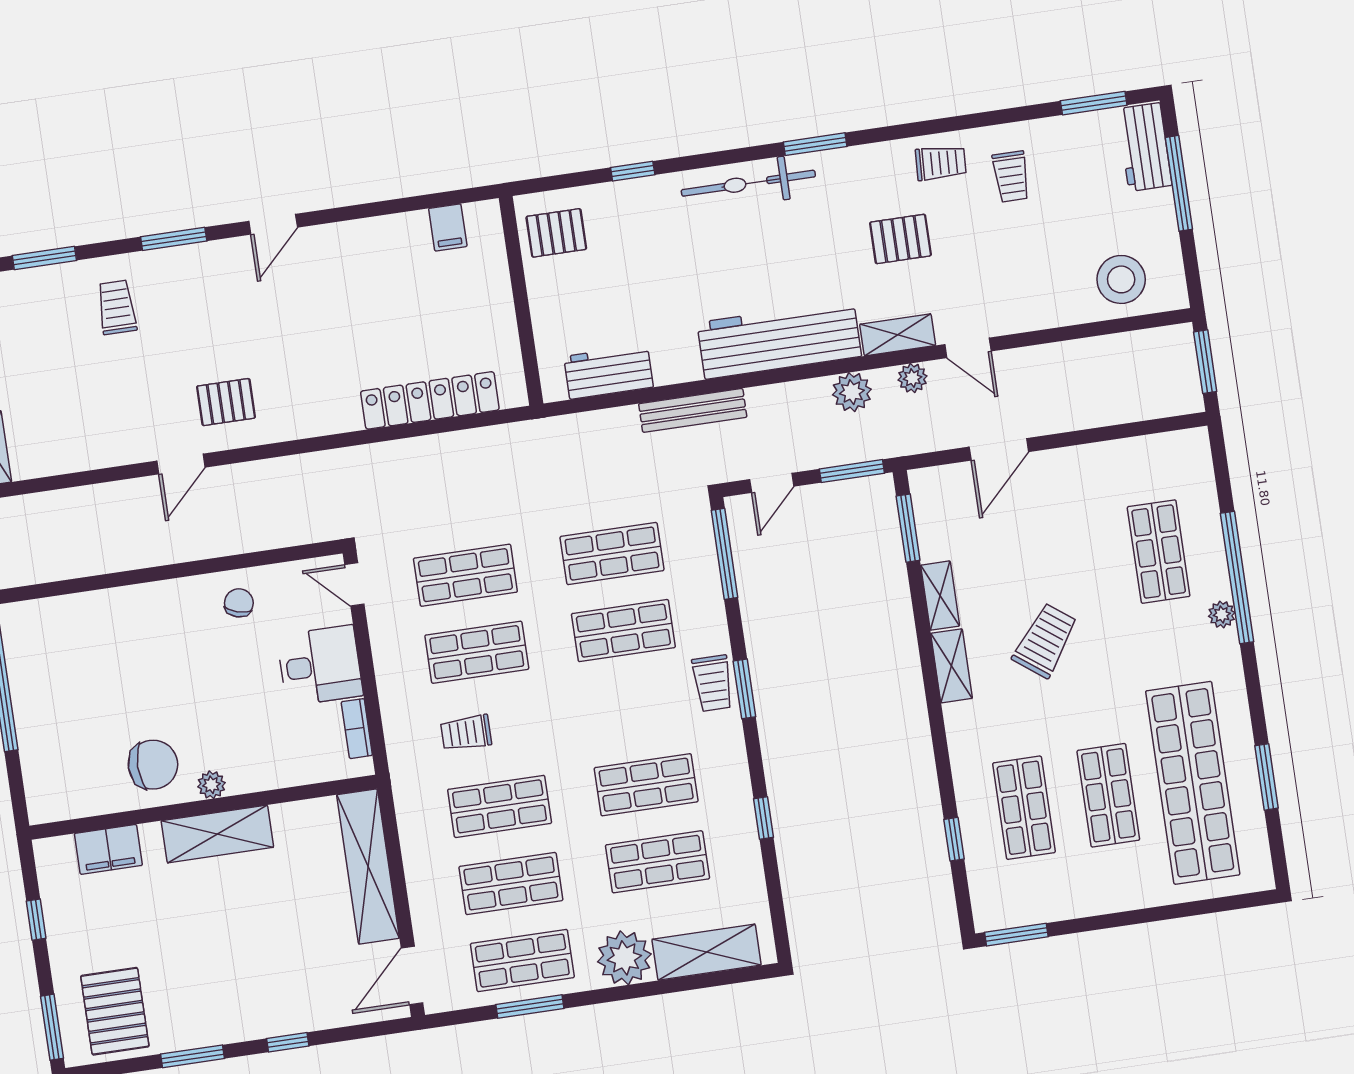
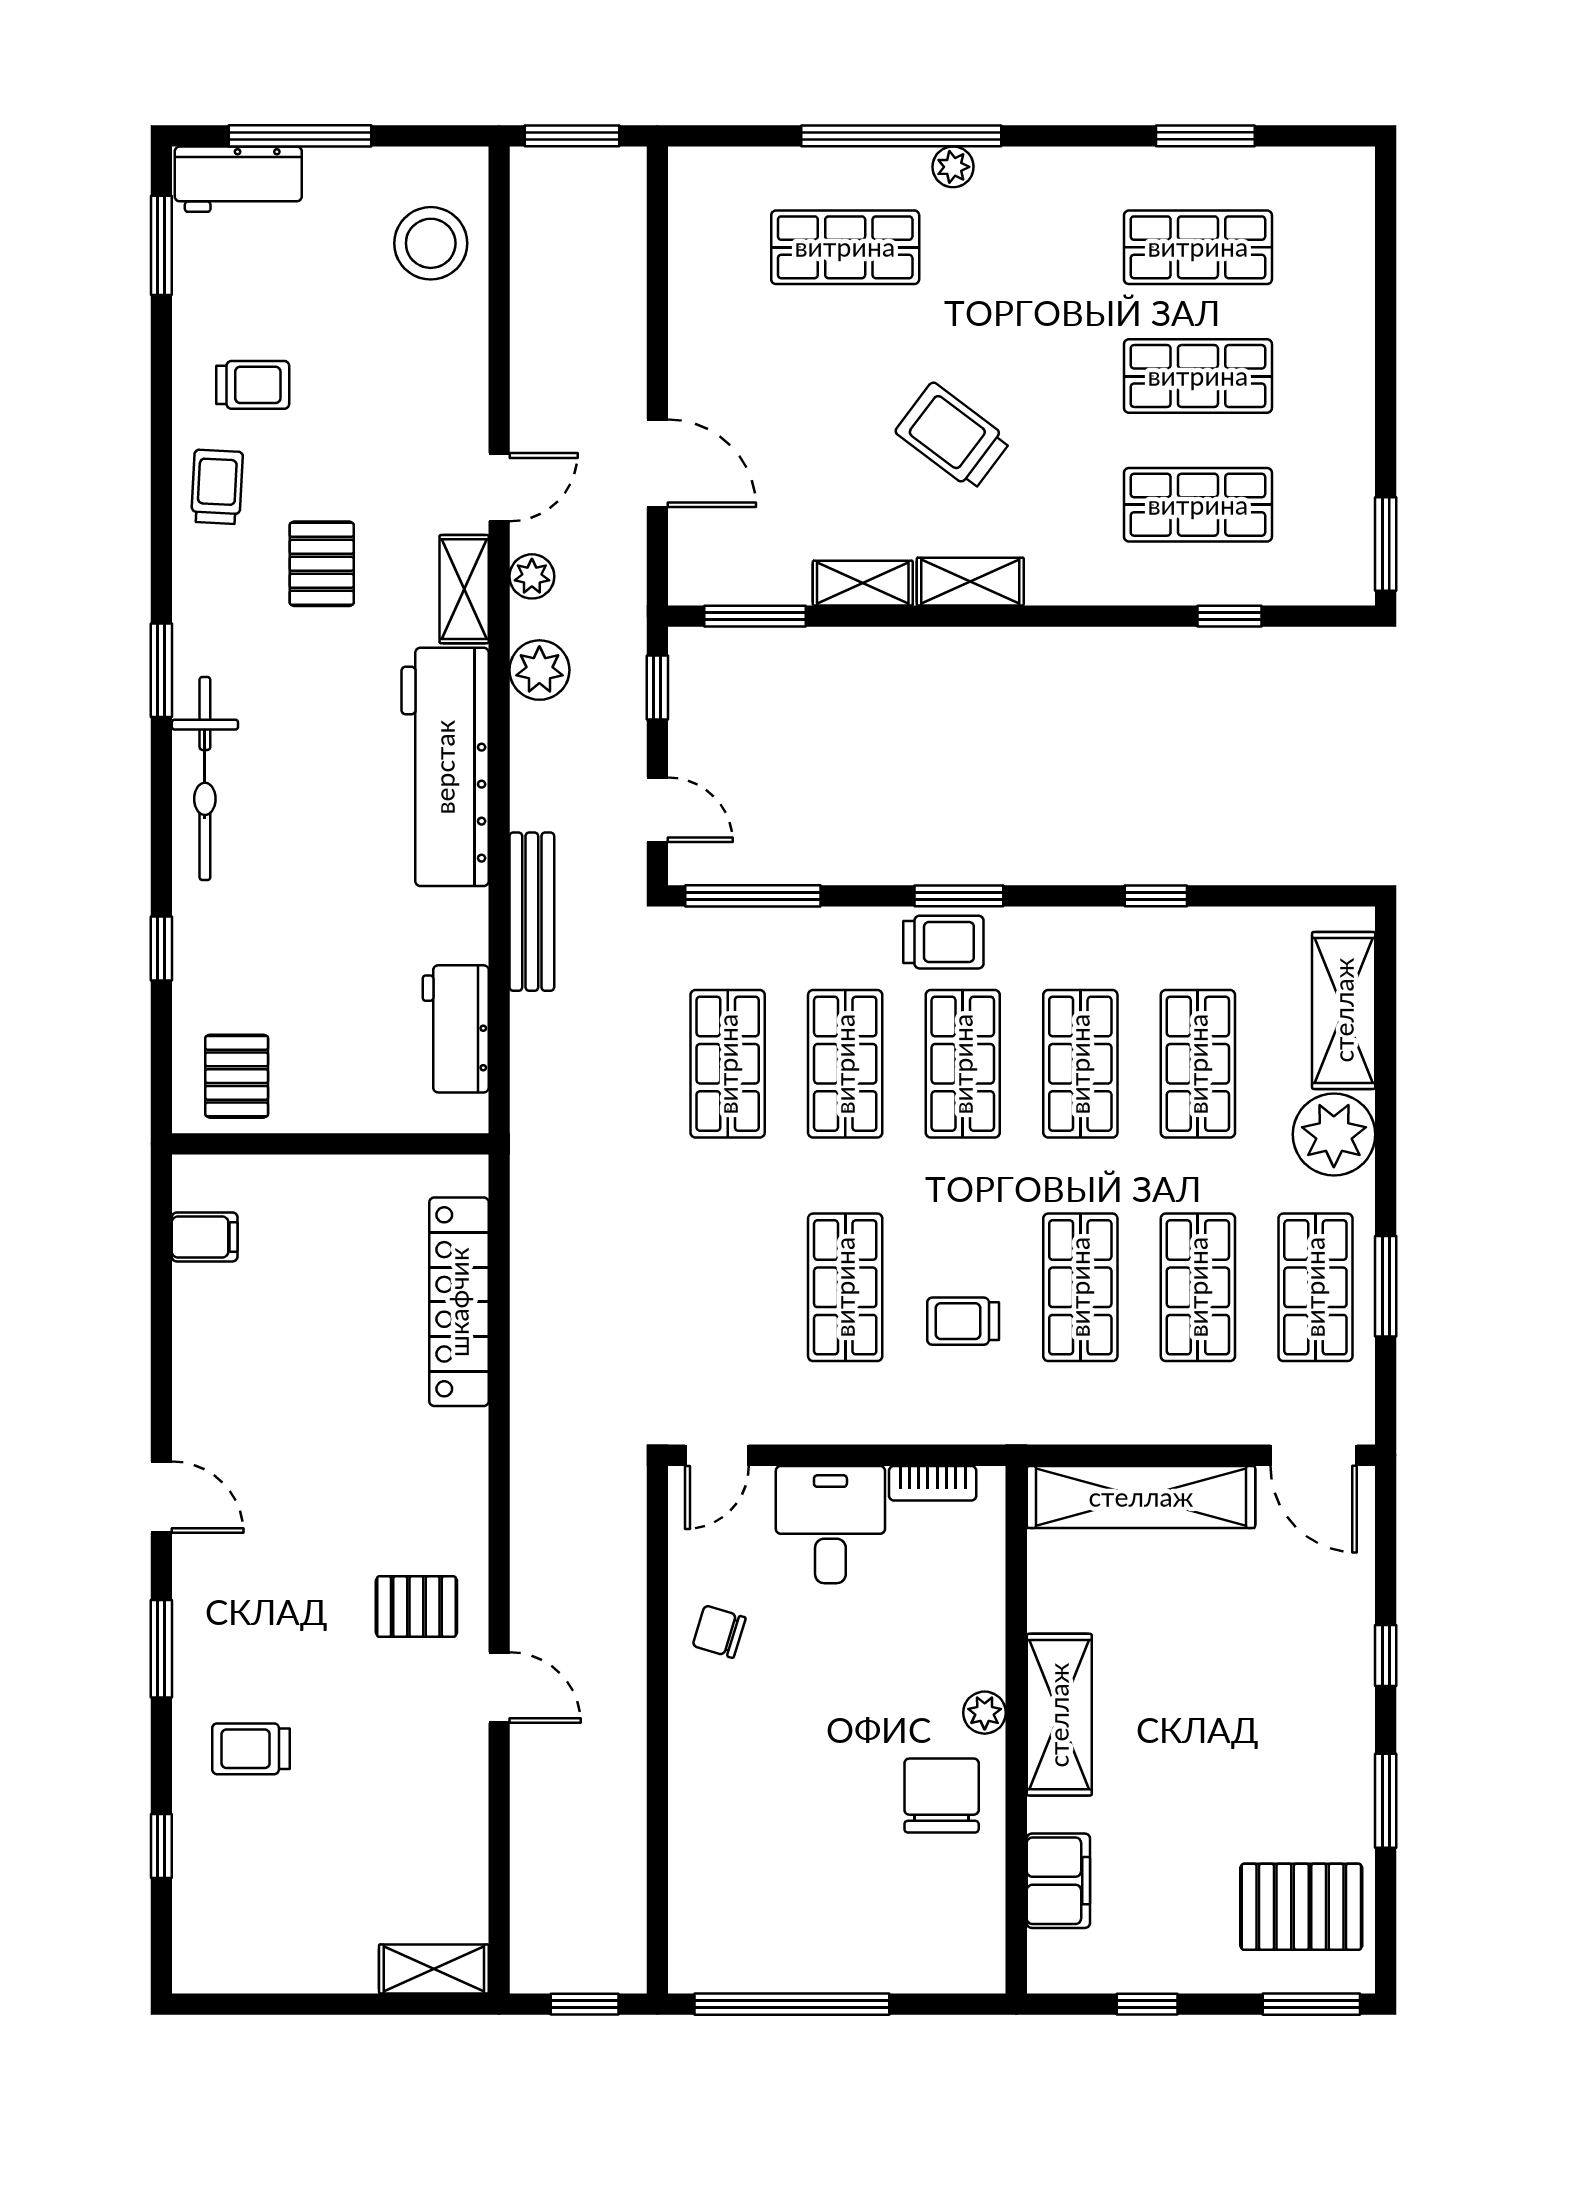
window: (44, 258) -> (161, 1846), width x0.67
pallet: (226, 402) -> (416, 1607), turned 90
window: (852, 471) -> (657, 687), width x0.67
shop shelf: (465, 575) -> (963, 1064), moved
trolley: (466, 733) -> (963, 1321), turned 90
shop shelf: (1193, 783) -> (1198, 247), width x0.50, depth x0.74

